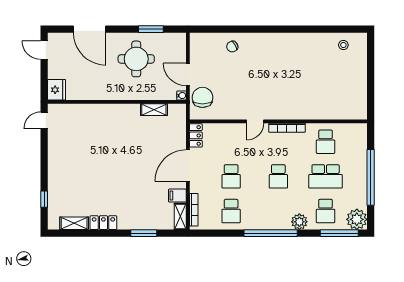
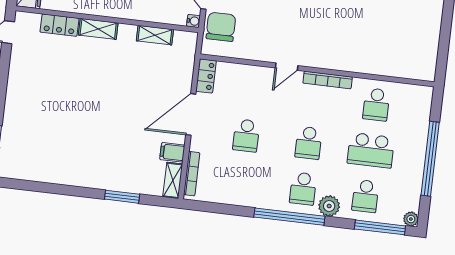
school desk: (231, 211) -> (303, 189), moved
plant: (357, 219) -> (411, 219), width x0.53, depth x0.53
shelving: (74, 223) -> (98, 29), moved
locker: (103, 223) -> (59, 25), moved, turned 180

